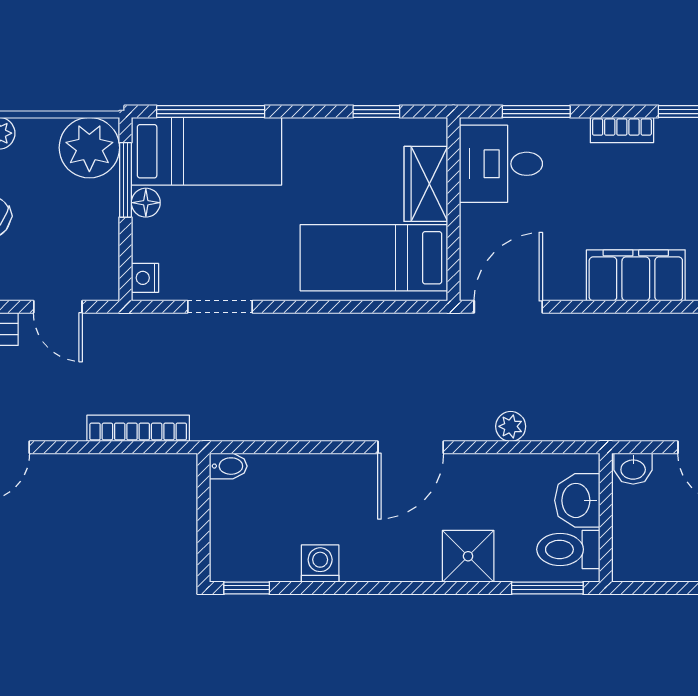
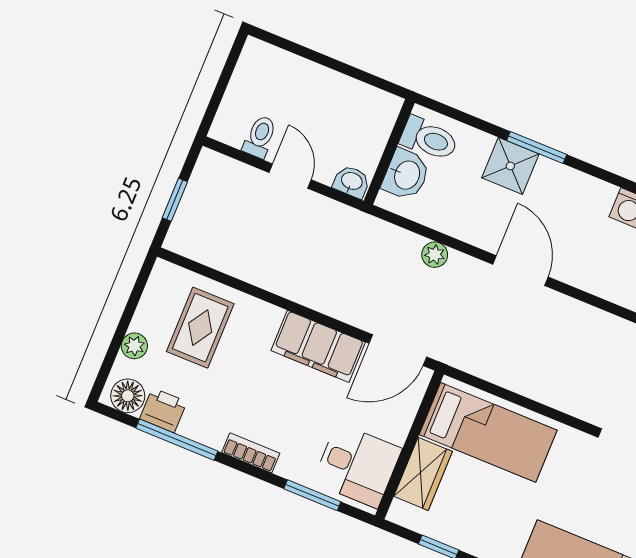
filing cabinet: (636, 275) -> (318, 346), moved
door: (411, 447) -> (520, 271), hinge flipped
window: (547, 588) -> (537, 148), moved

